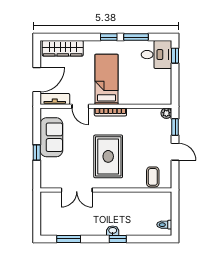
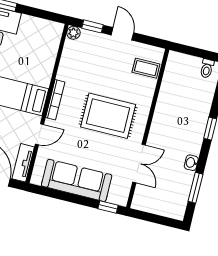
sofa: (51, 137) -> (77, 180), width x1.36
door: (175, 152) -> (122, 34), hinge flipped
window: (37, 153) -> (108, 207), moved
washbasin: (113, 231) -> (191, 163), moved

